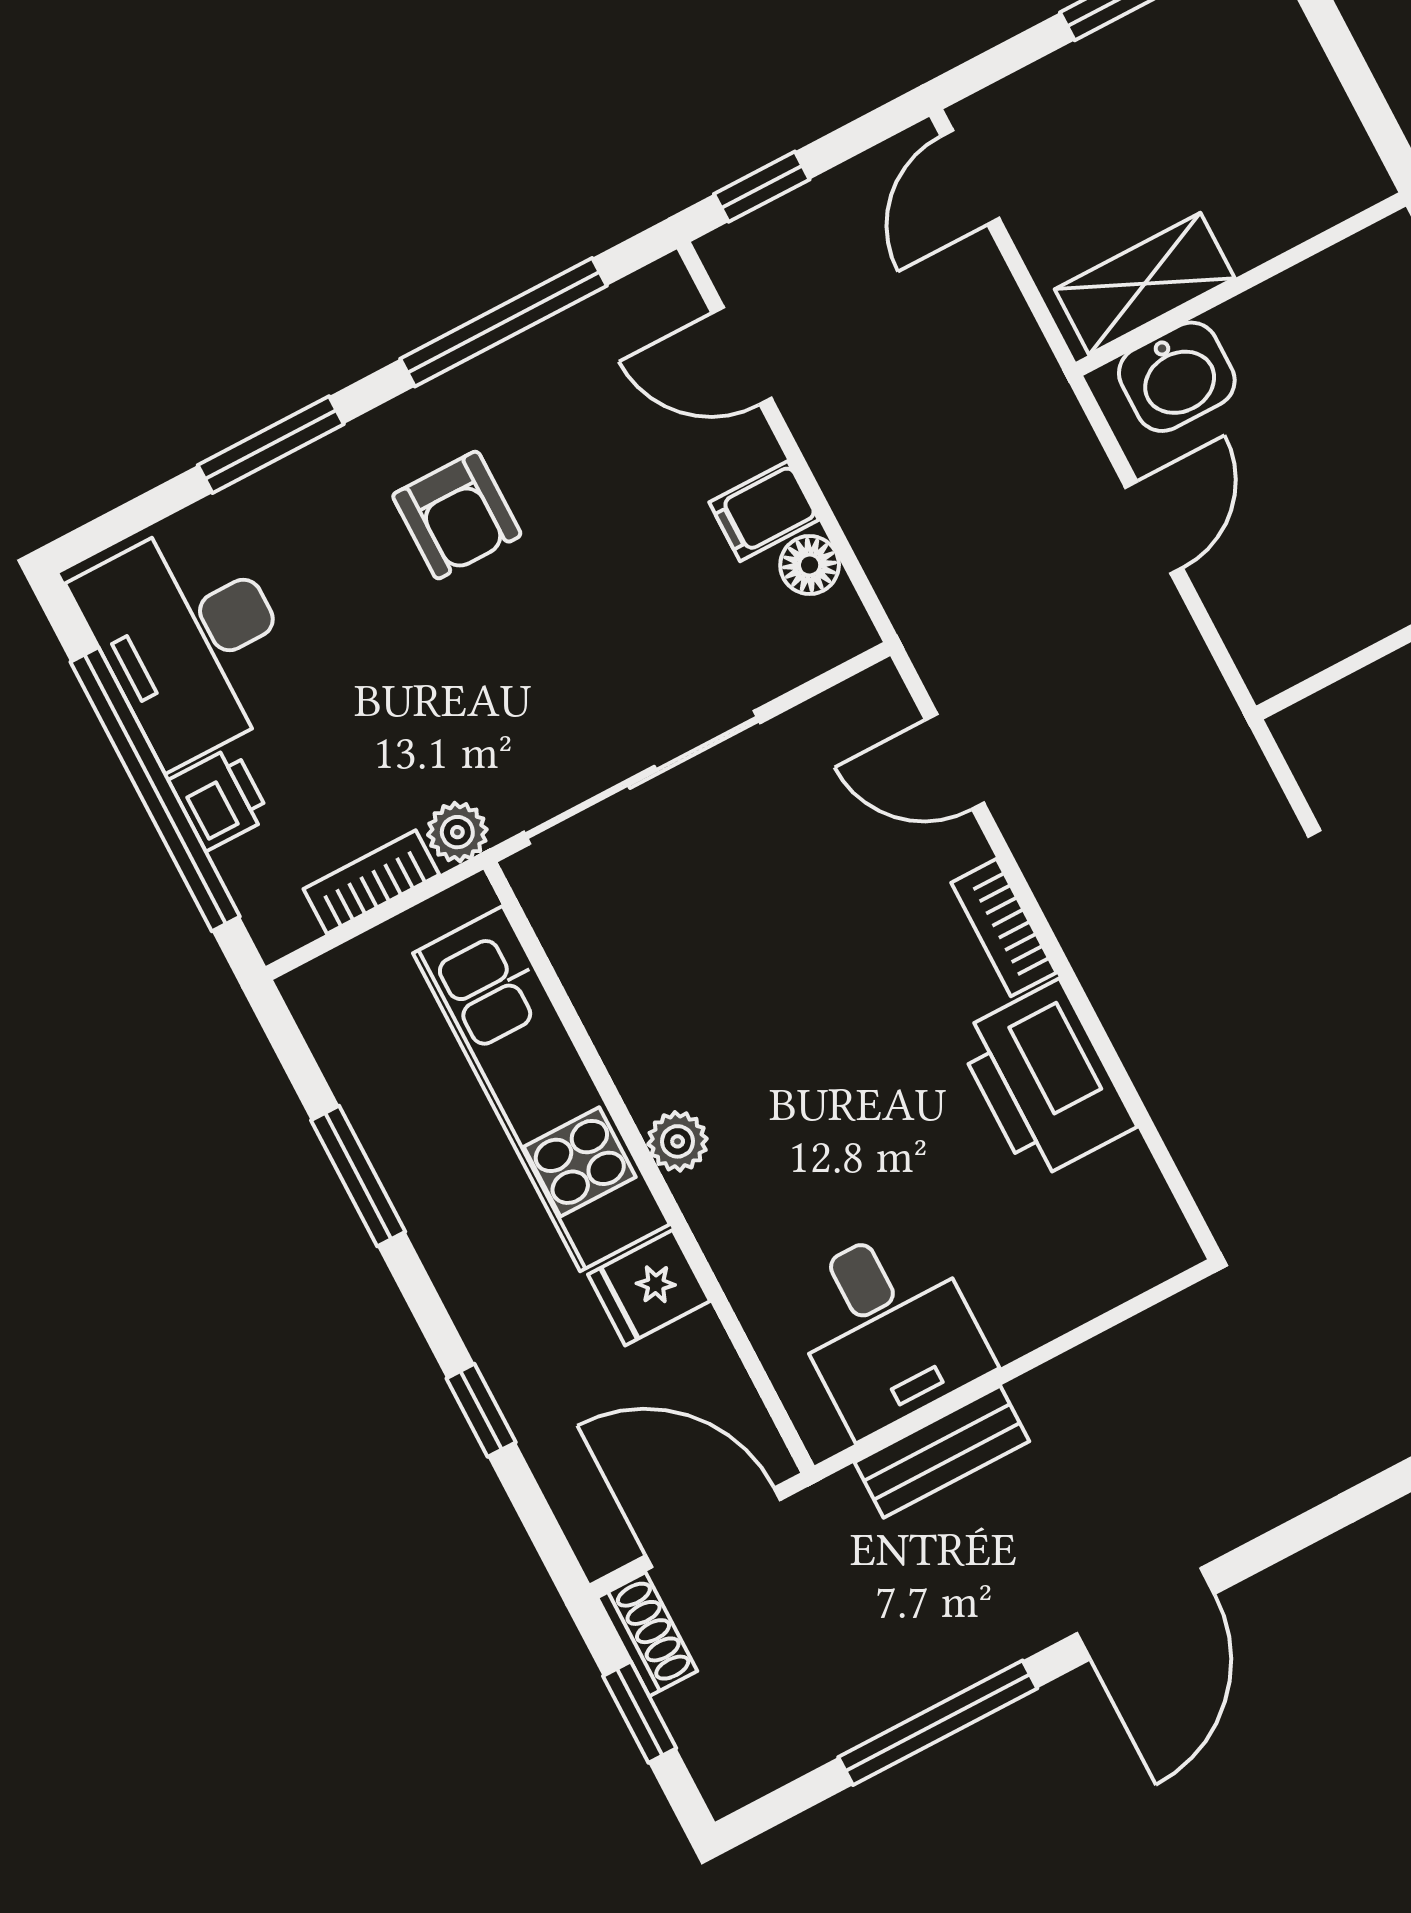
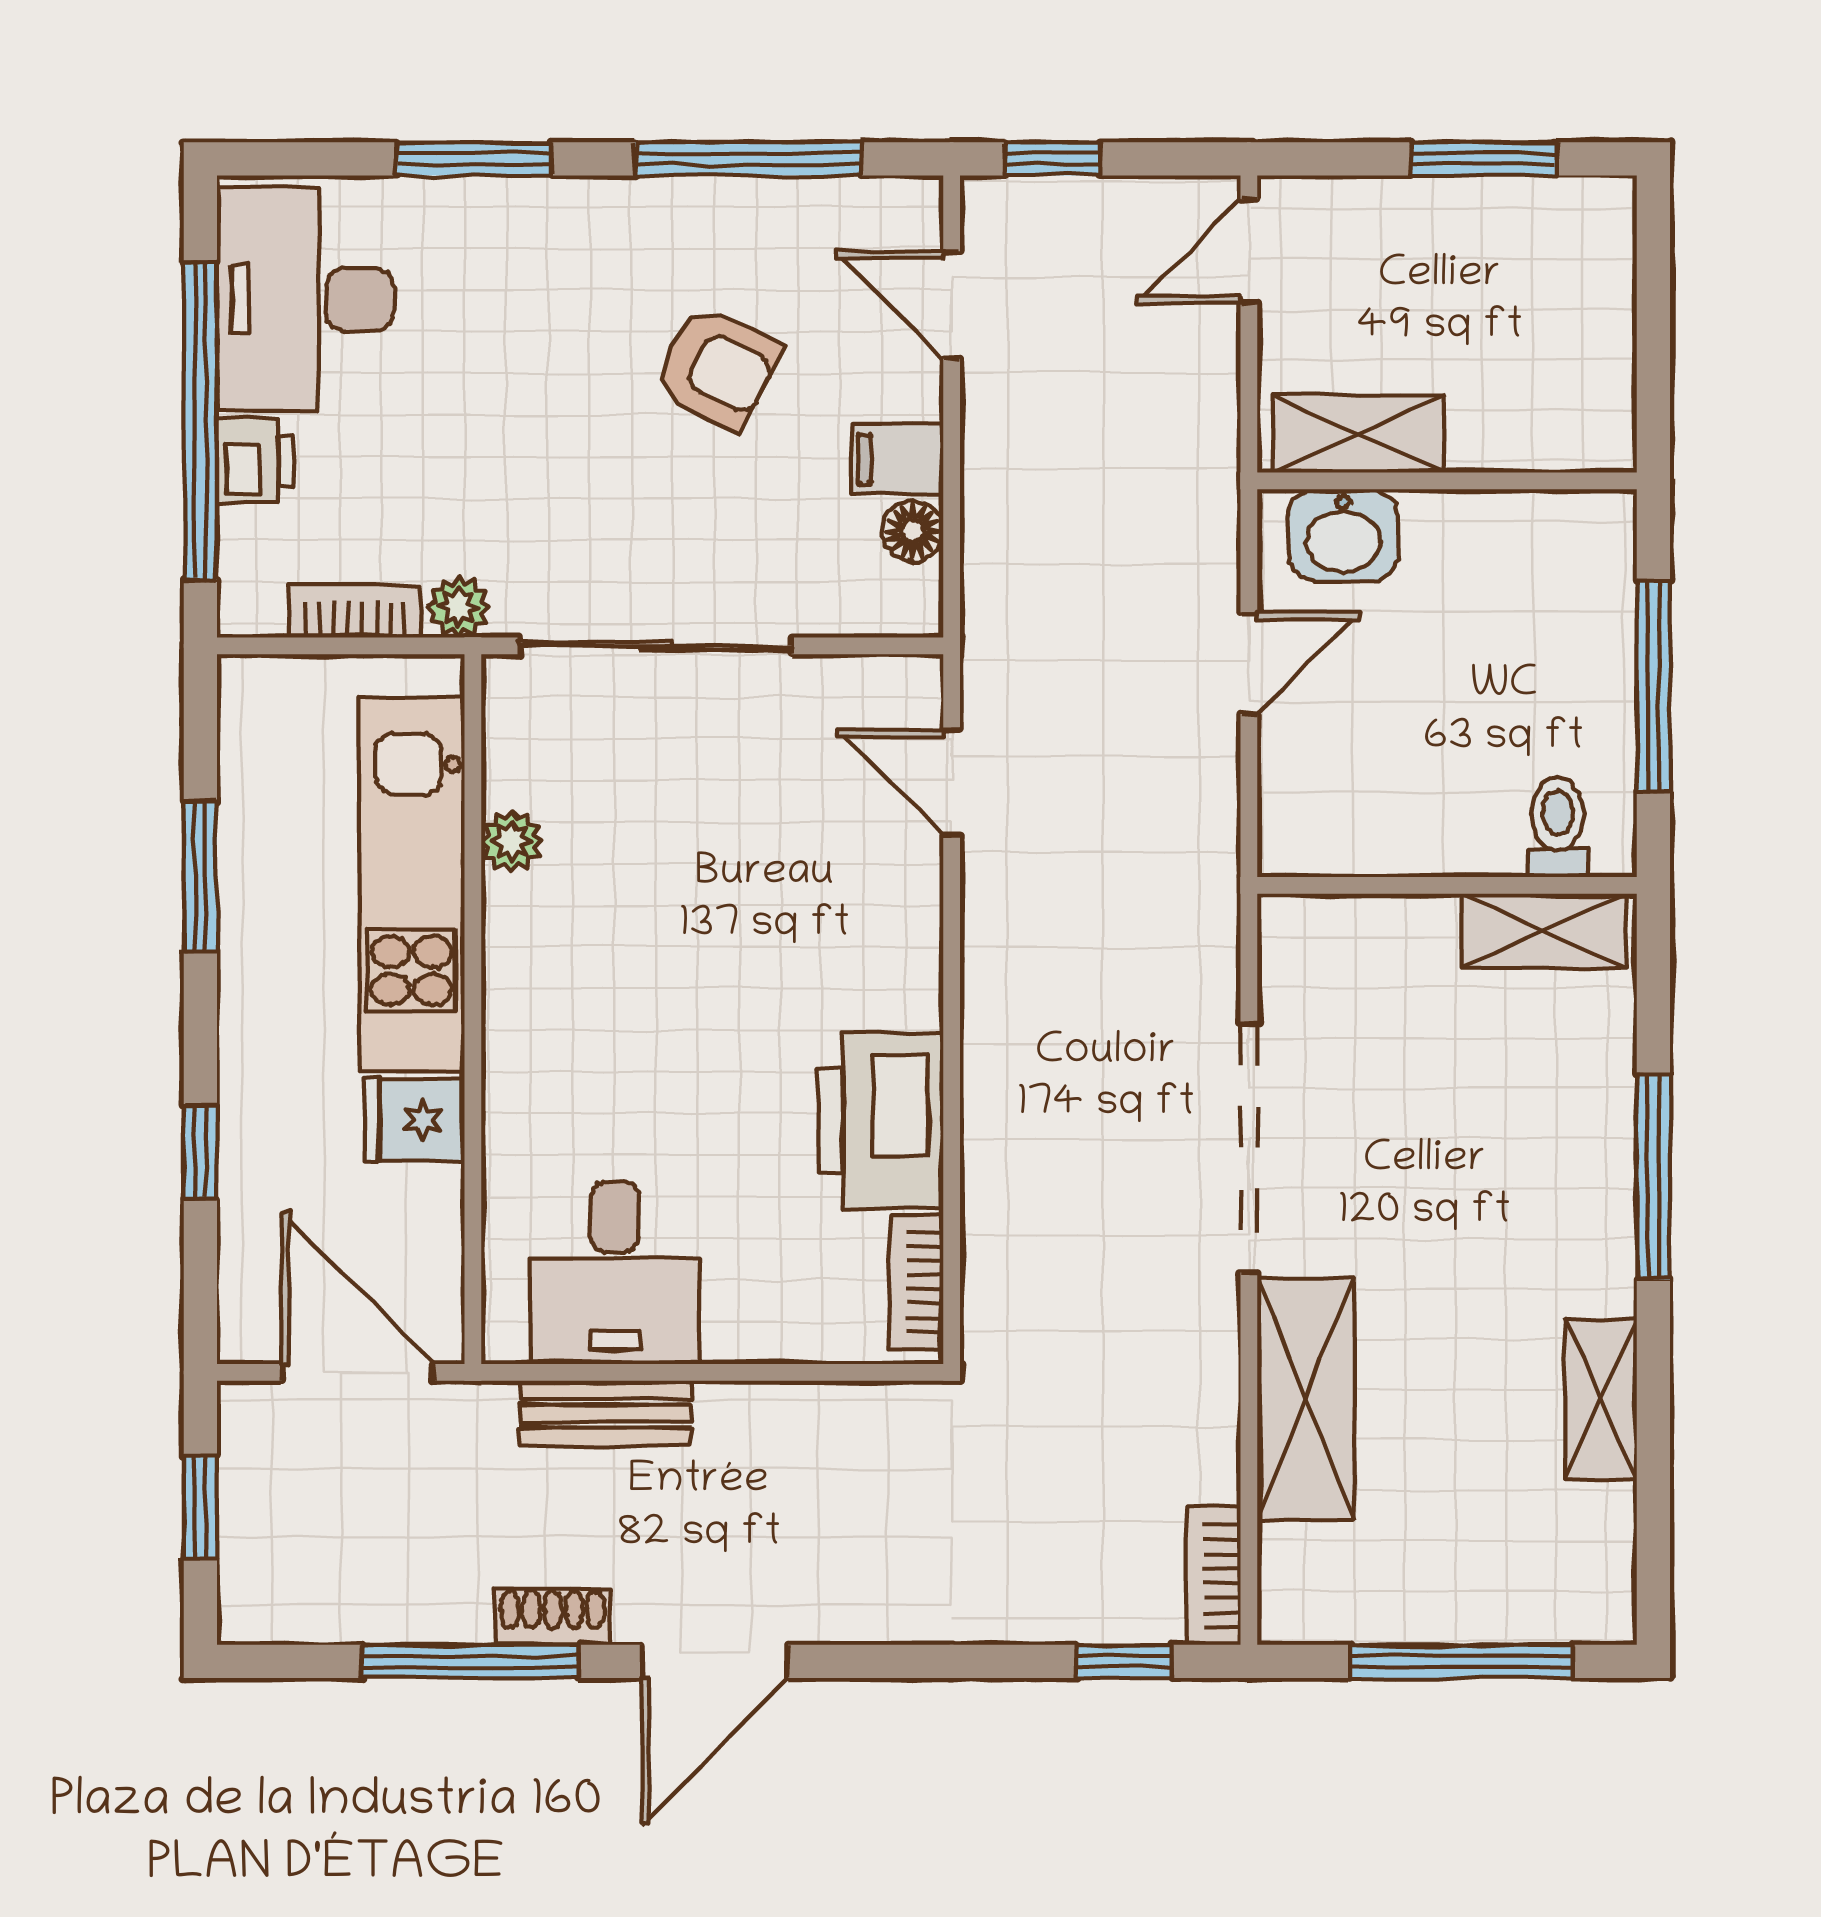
armchair: (457, 515) -> (717, 368), moved, turned -64
bookcase: (1004, 928) -> (917, 1282), moved
plant: (678, 1141) -> (512, 841), moved
shoe rack: (647, 1634) -> (553, 1617), moved, turned -90

